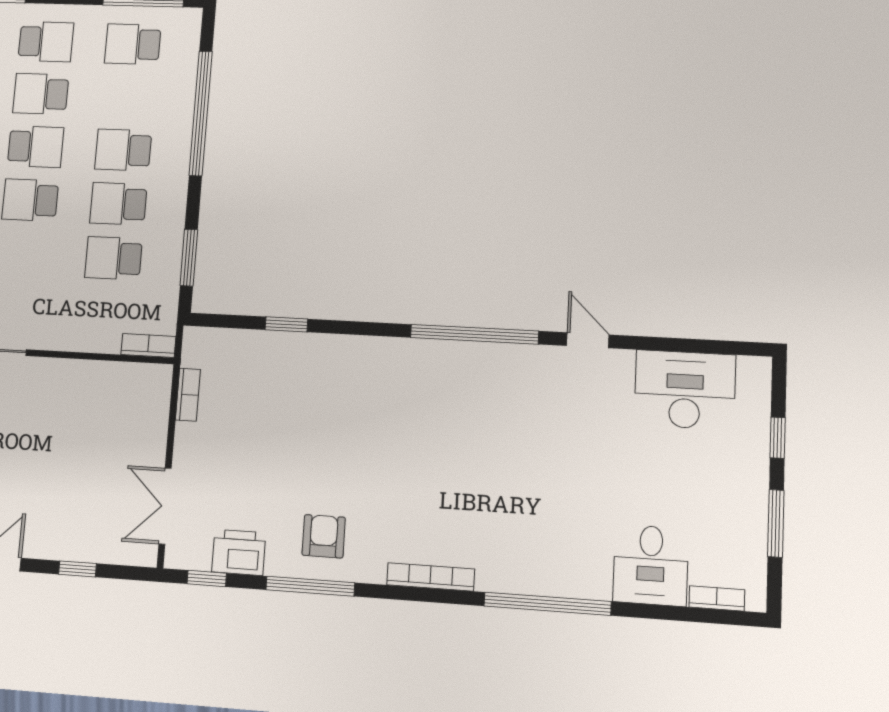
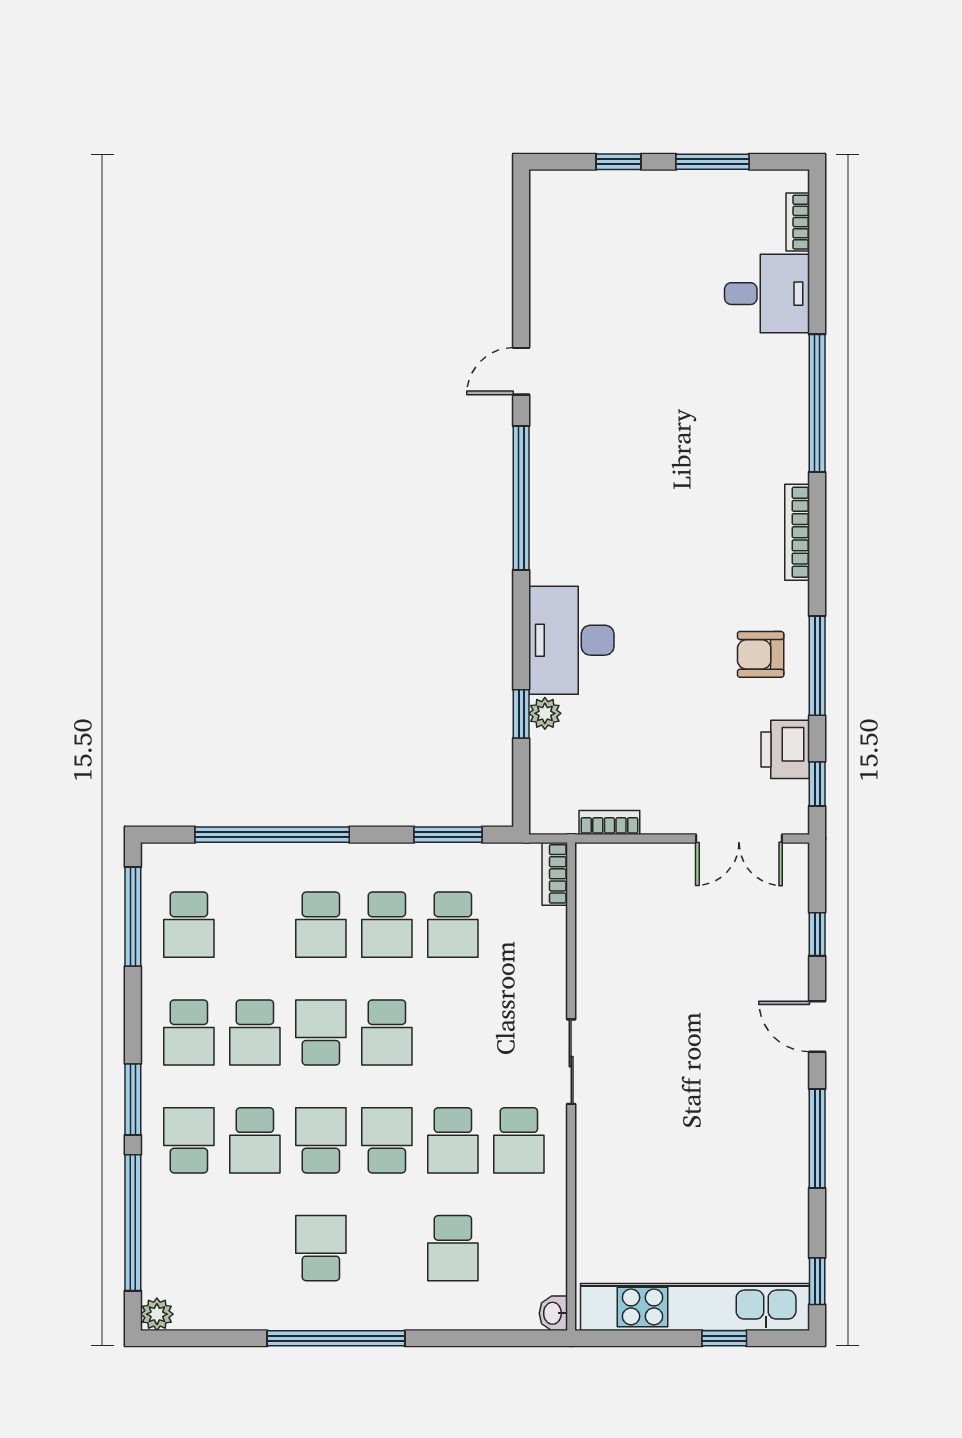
school desk: (46, 42) -> (189, 1032), turned 180
plant: (285, 345) -> (545, 713), added
desk: (685, 390) -> (571, 640), moved

